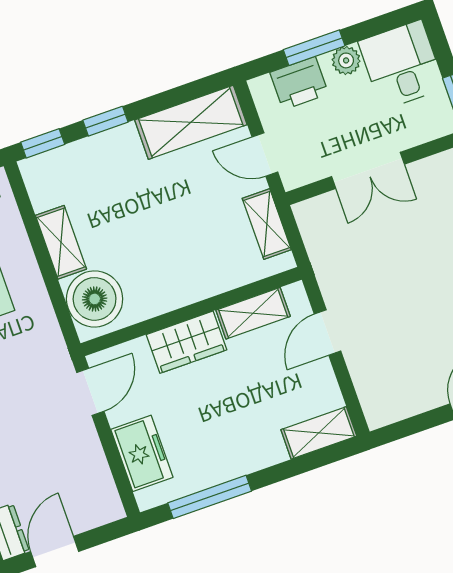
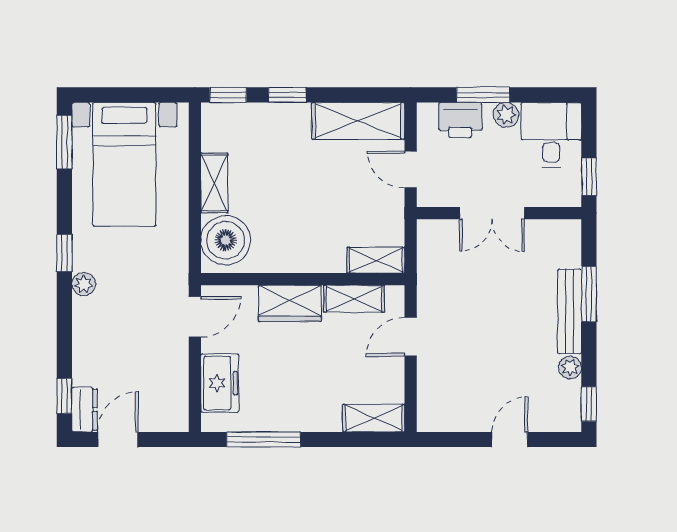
shelving: (267, 224) -> (376, 260), moved, turned 90

